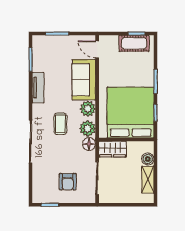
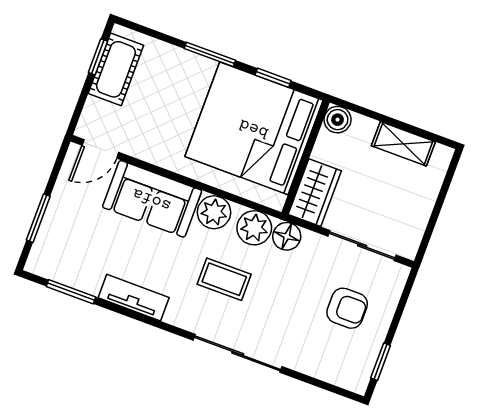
boiler: (148, 159) -> (338, 120), moved

